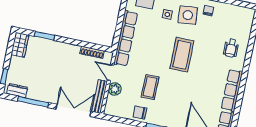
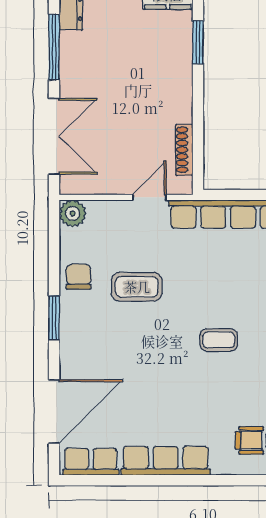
coffee table: (182, 55) -> (219, 340), width x0.54, depth x0.58
plant: (115, 89) -> (73, 213), moved
bench: (100, 97) -> (94, 185), removed

